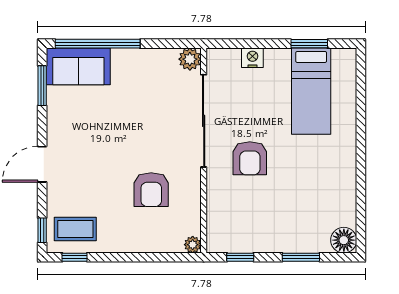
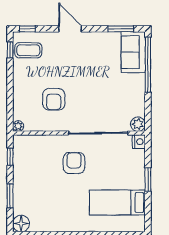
window: (309, 44) -> (148, 180), moved
nightstand: (252, 58) -> (139, 142), moved
armchair: (250, 158) -> (74, 163), turned 90
armchair: (151, 190) -> (54, 99), turned -90
coffee table: (75, 229) -> (28, 50), turned 90

